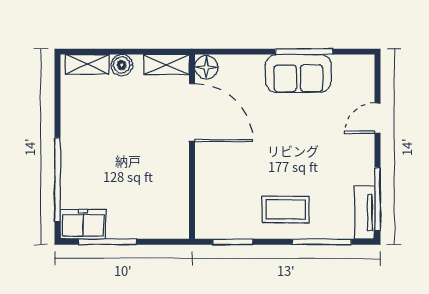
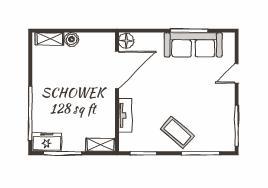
shelving: (166, 65) -> (101, 145), moved
sofa: (298, 73) -> (193, 45), width x1.36
door: (192, 113) -> (117, 70), hinge flipped
coffee table: (286, 209) -> (177, 132), turned 41
tv unit: (365, 212) -> (125, 115), moved, turned 180

